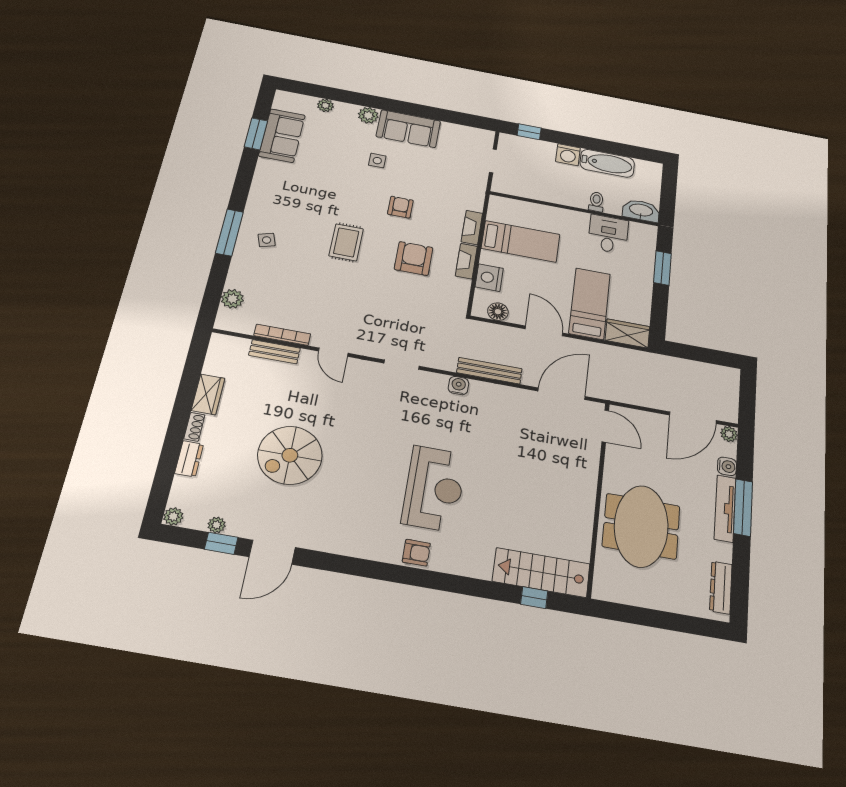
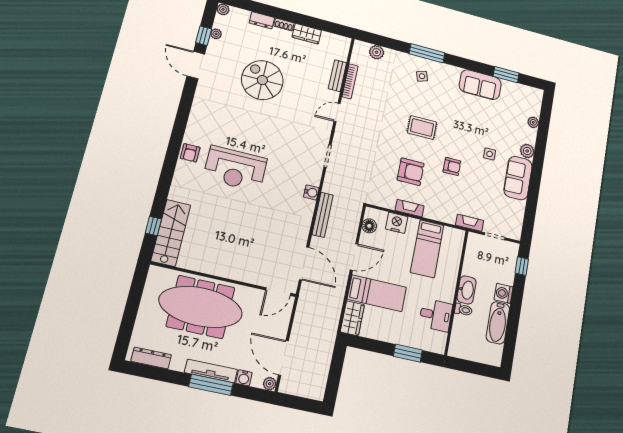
sofa: (282, 136) -> (480, 85), moved
washbasin: (641, 211) -> (467, 290), moved
fireplace: (472, 228) -> (470, 223), moved
meeting table: (641, 526) -> (201, 307), width x1.36

